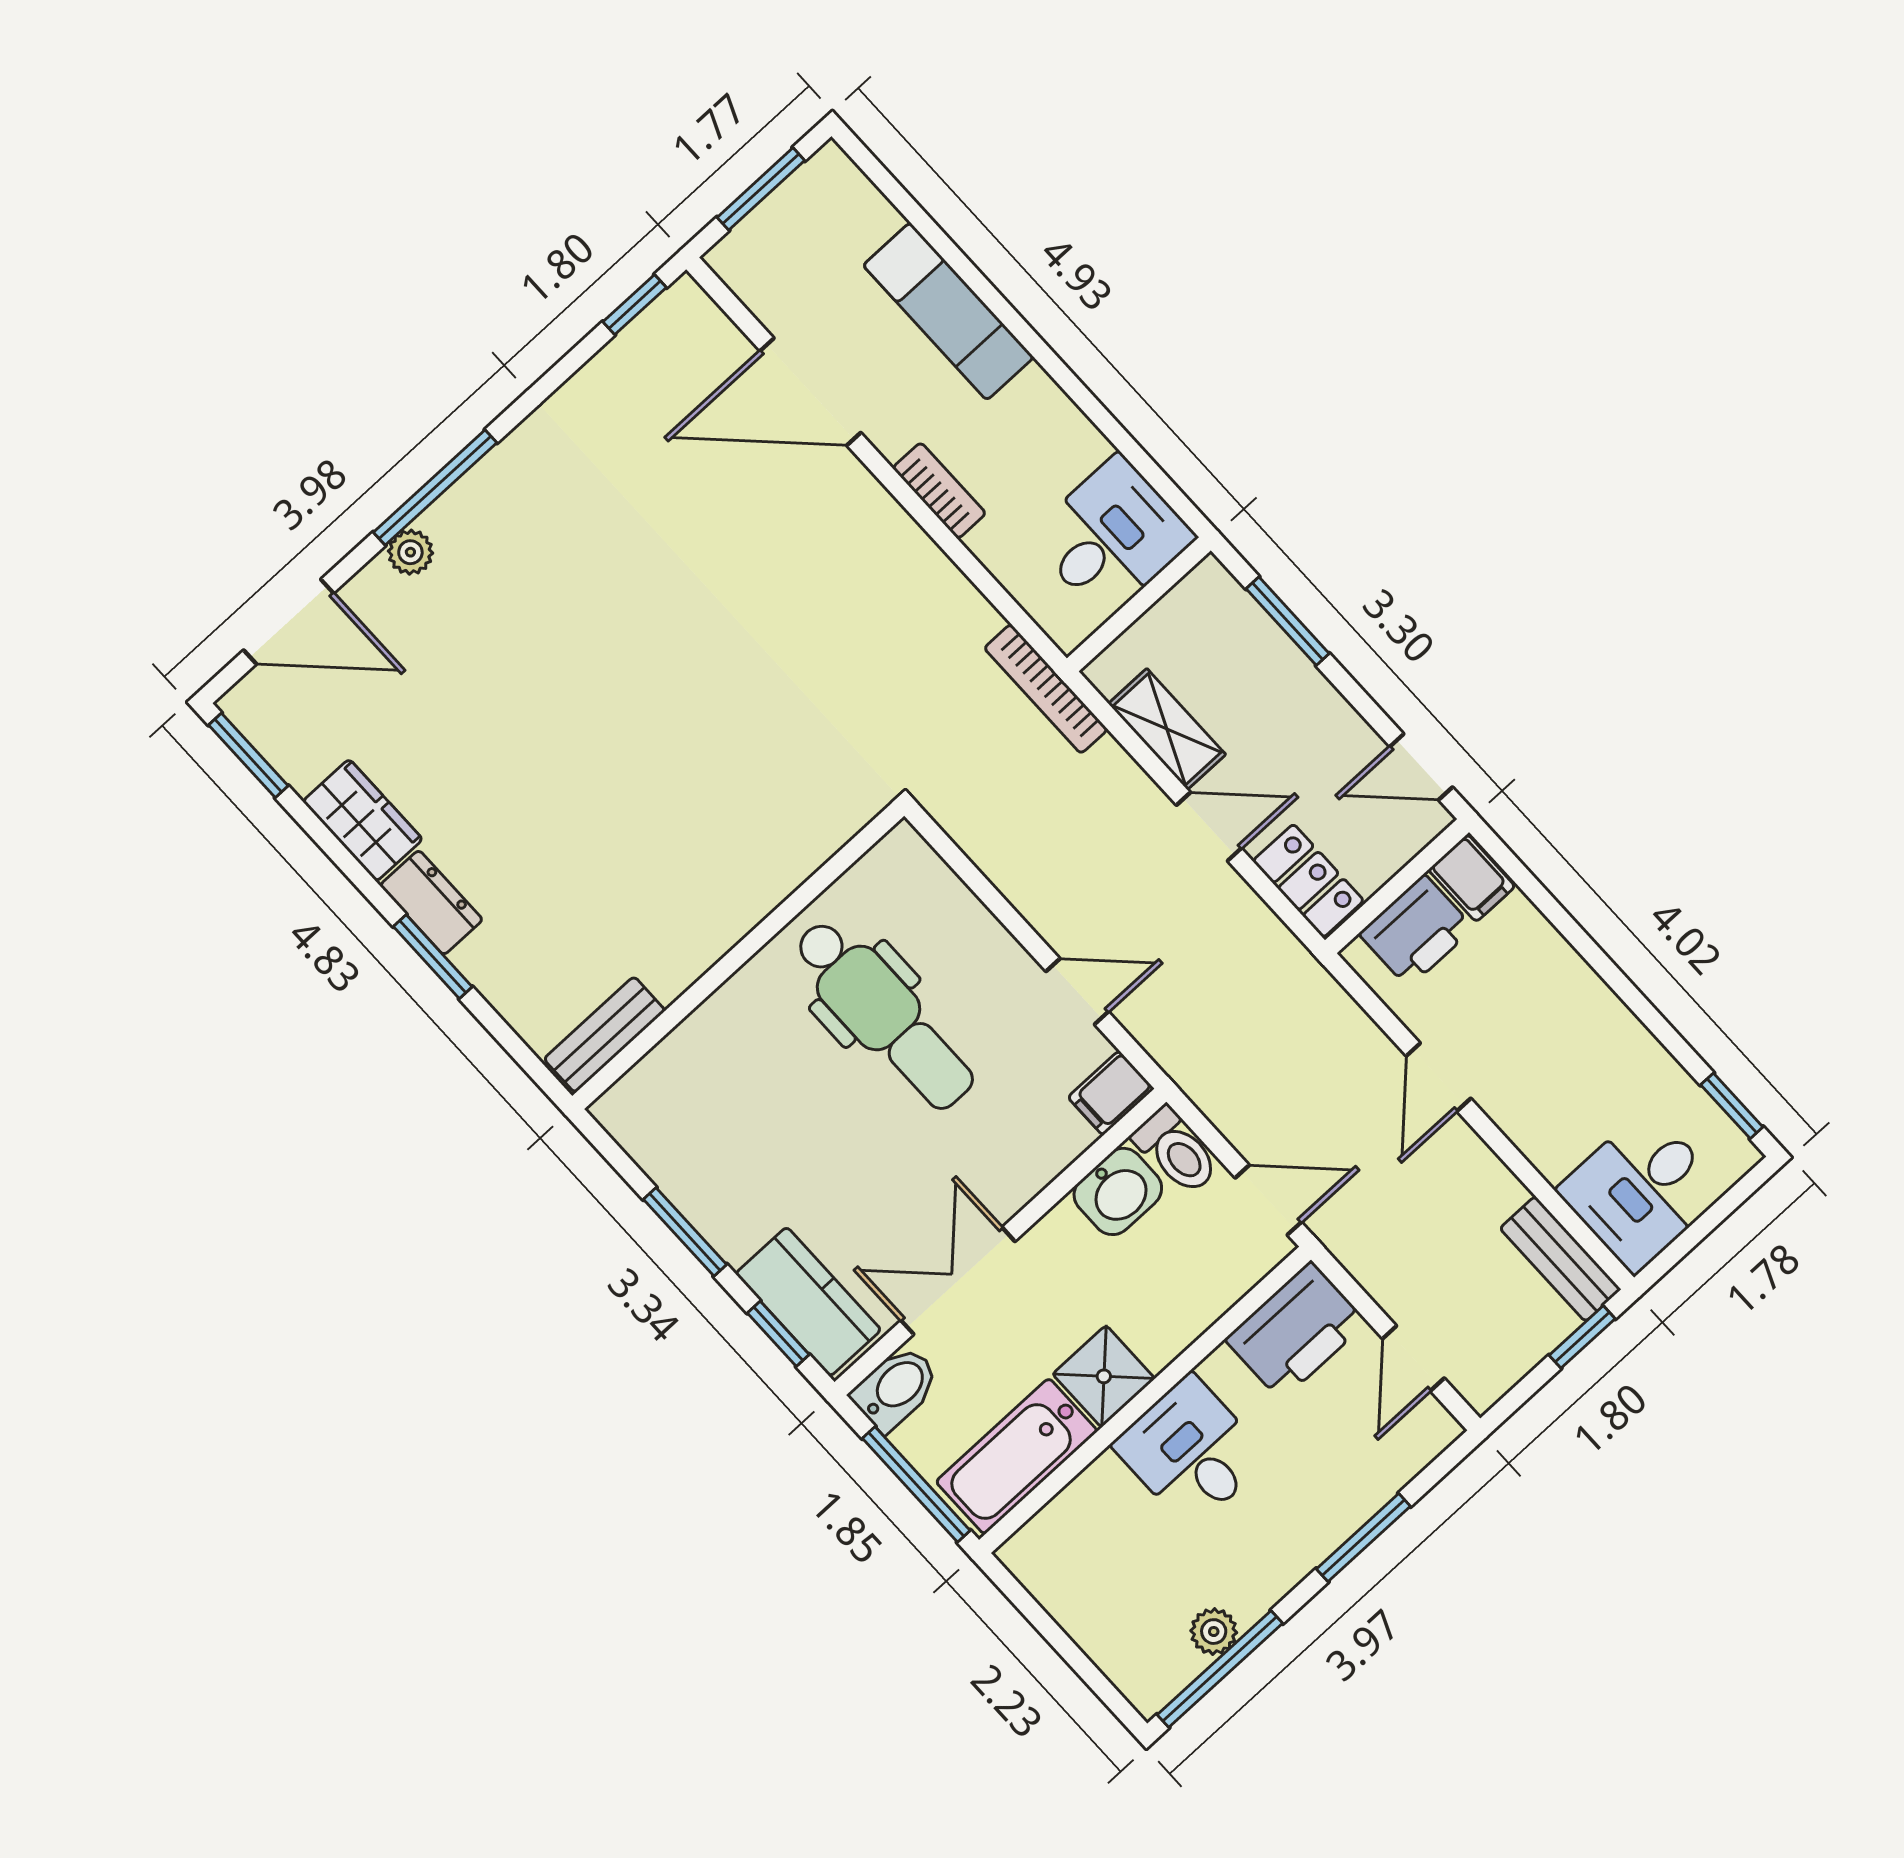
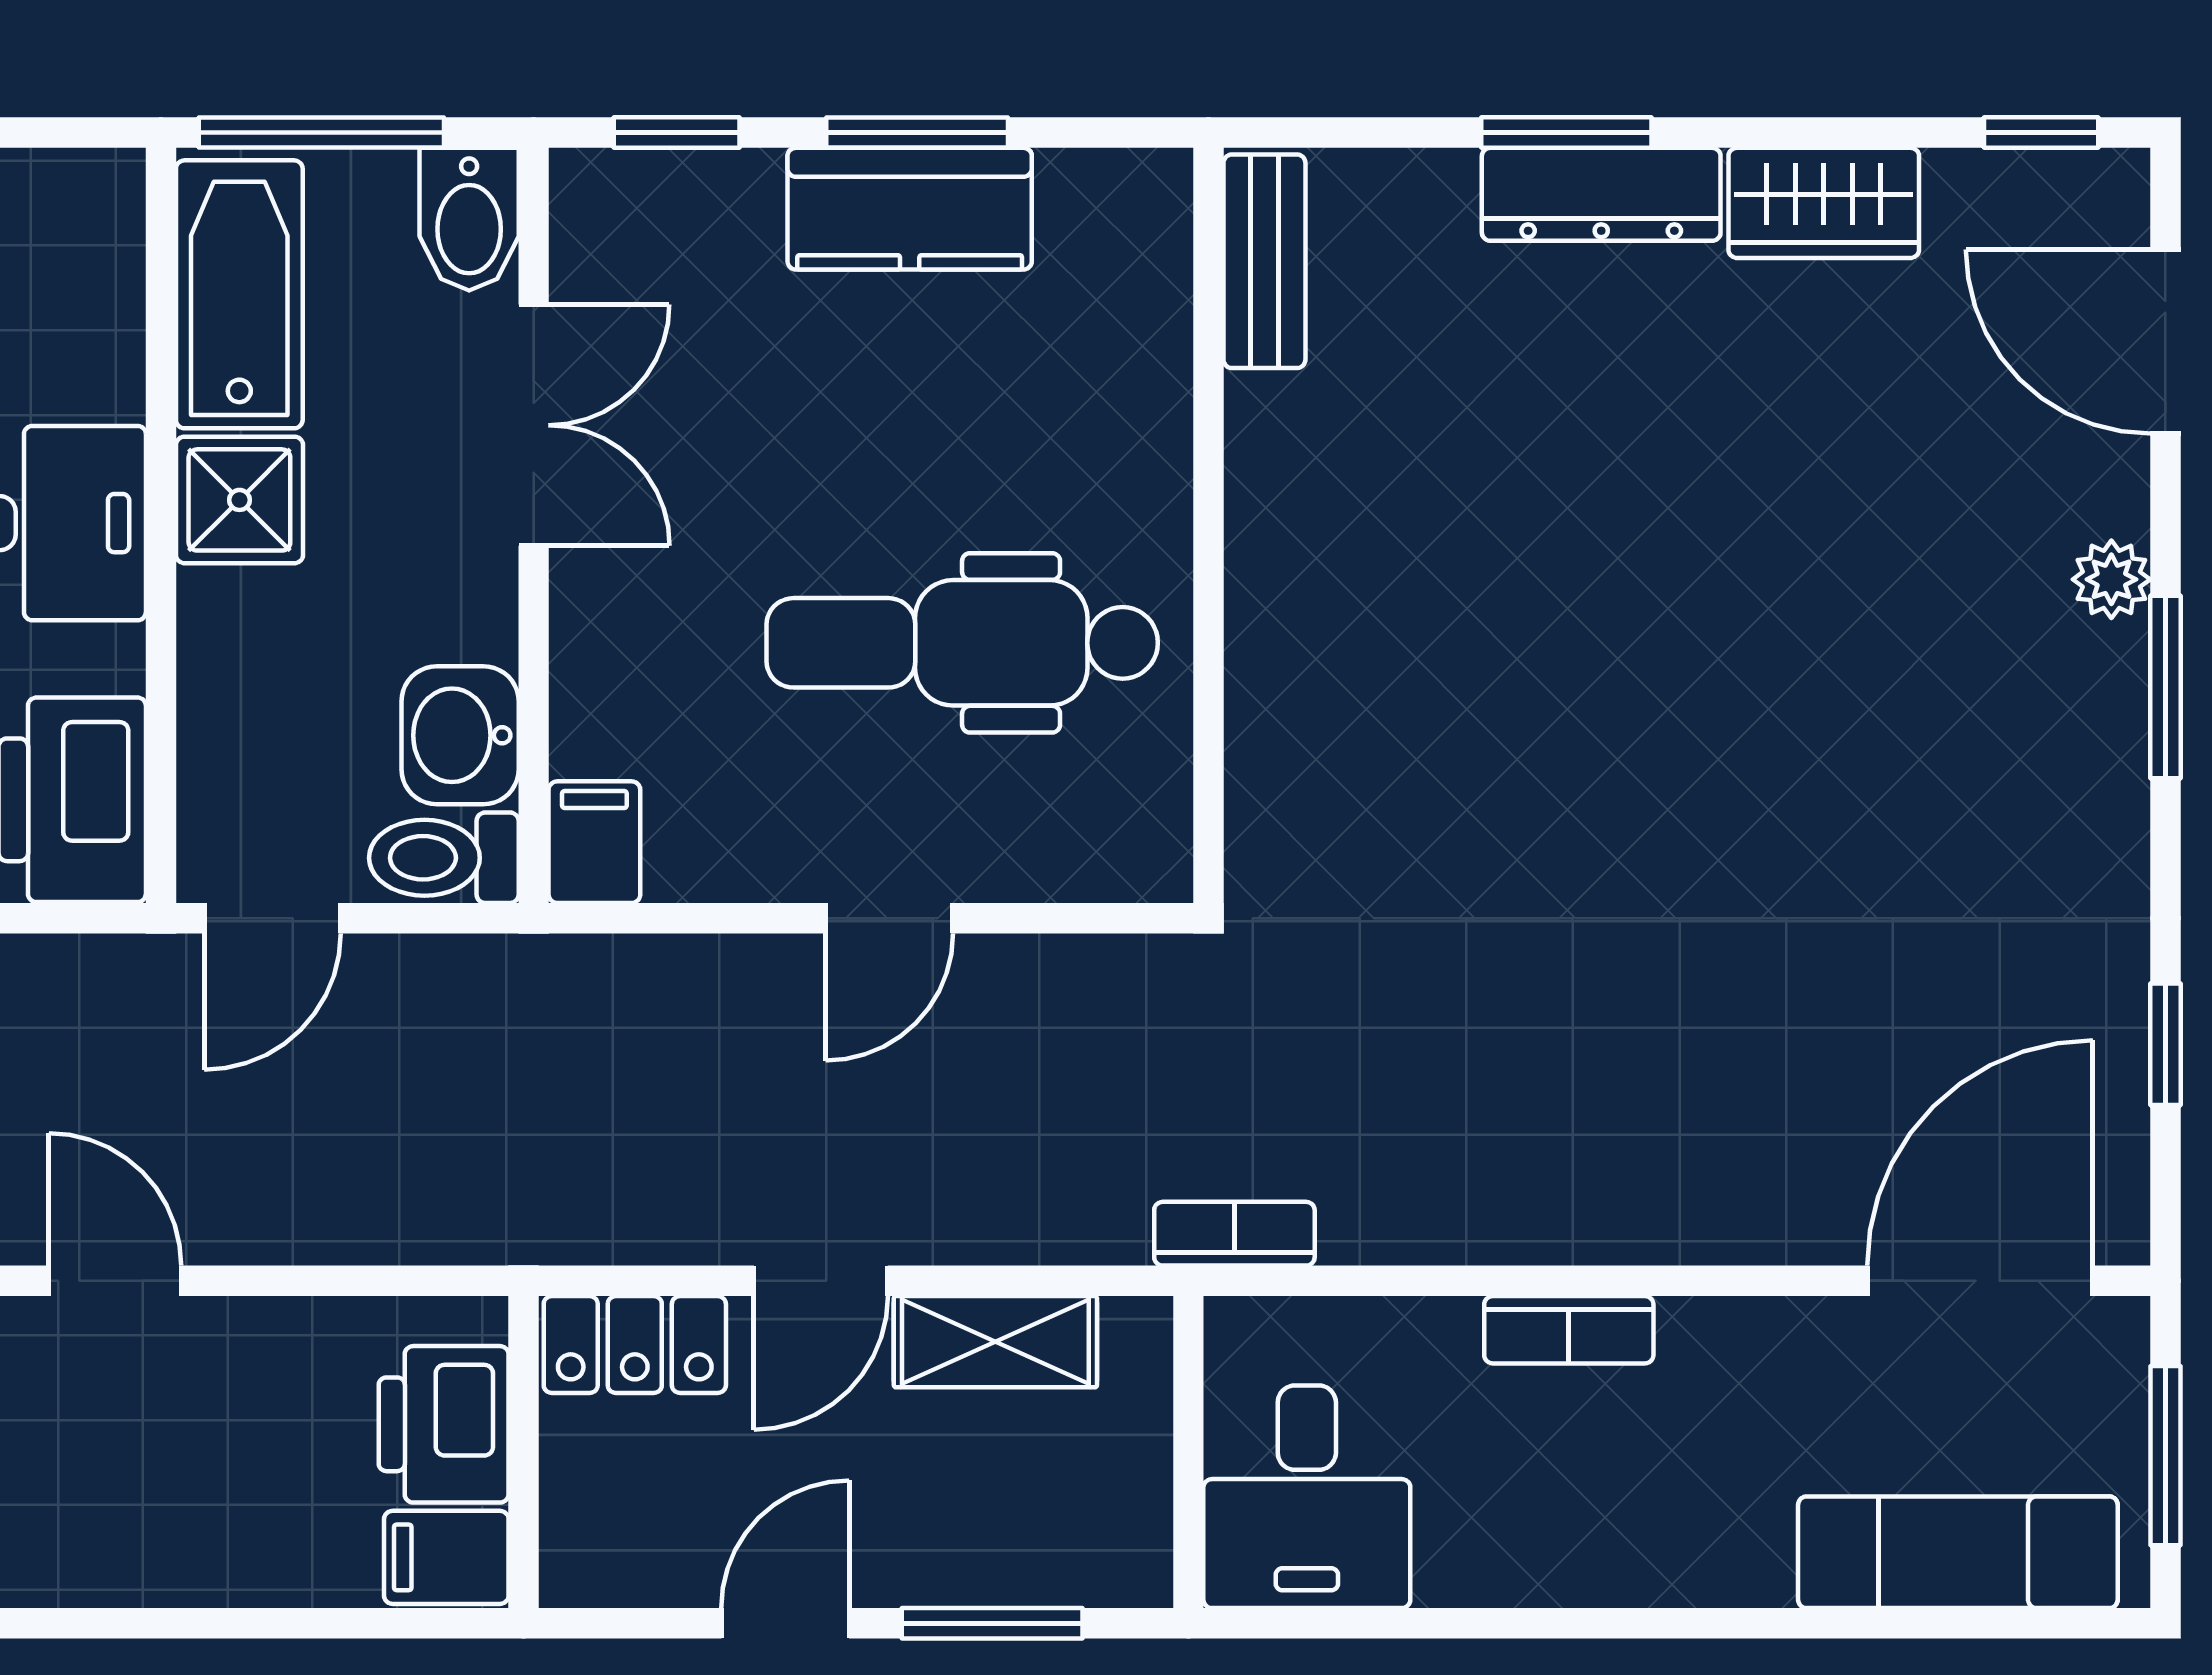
window: (635, 305) -> (2165, 1044), moved
exam couch: (948, 311) -> (1958, 1552), moved
door: (810, 392) -> (1980, 1281), moved
window: (435, 487) -> (2165, 687), width x0.69
door: (289, 622) -> (2165, 341), hinge flipped
bookcase: (1046, 689) -> (1234, 1234), width x0.64
window: (248, 755) -> (2041, 133), width x0.67
door: (1421, 767) -> (785, 1623), moved
dresser: (431, 903) -> (1601, 194), width x1.44
door: (1077, 991) -> (889, 918), moved
door: (1439, 1077) -> (115, 1281), moved
kitchen counter: (808, 1302) -> (910, 209), moved

